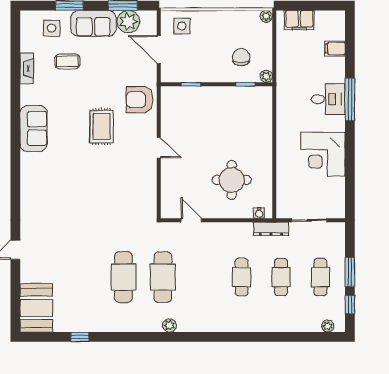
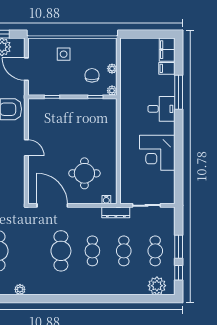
plant: (266, 16) -> (112, 69), moved
filing cabinet: (299, 20) -> (167, 50), moved, turned 90
side table: (182, 26) -> (64, 54), moved
window: (350, 99) -> (179, 92), moved
door: (191, 220) -> (52, 205), width x1.88
cafe table: (163, 277) -> (61, 251), moved
plant: (169, 325) -> (20, 289), moved
plant: (328, 326) -> (157, 286), width x1.88, depth x1.88

